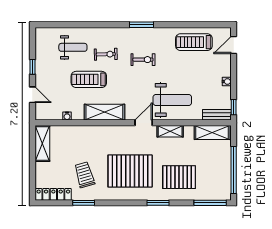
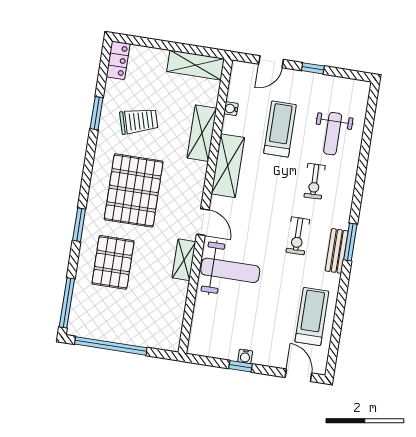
treadmill: (89, 79) -> (280, 129), moved
weight bench: (172, 100) -> (230, 270), turned -90
window: (234, 107) -> (241, 366), moved
bench: (217, 115) -> (337, 251), moved
shelving: (212, 132) -> (202, 133), moved
locker: (53, 194) -> (118, 60), width x0.66

